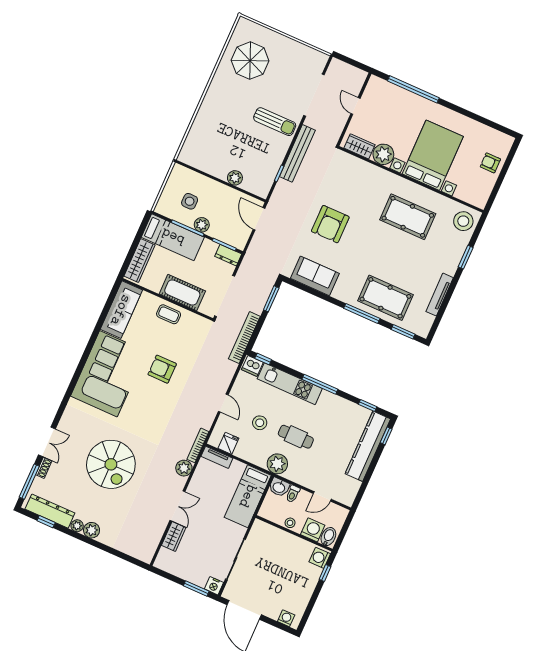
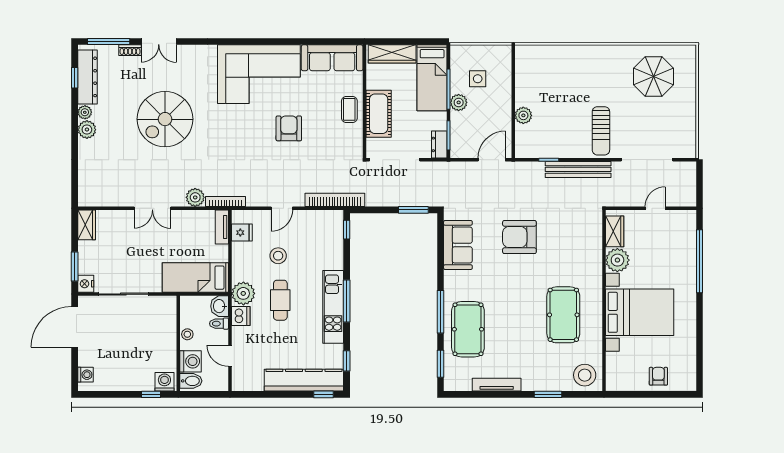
bookcase: (244, 338) -> (335, 200), moved
dishwasher: (252, 366) -> (241, 316), moved, turned 180
kitchen unit: (290, 384) -> (333, 307), moved
wardrobe: (174, 537) -> (87, 225), moved, turned -90

